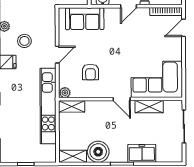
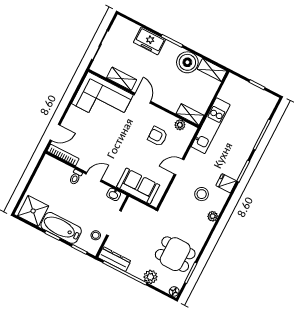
armchair: (90, 72) -> (158, 136), turned -90
plant: (65, 93) -> (180, 125), moved
kitchen unit: (48, 106) -> (211, 126), width x0.73

